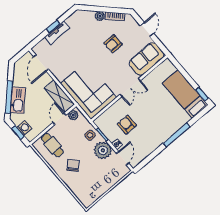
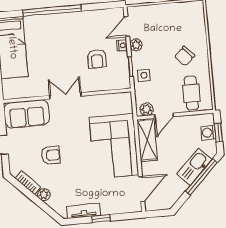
tv unit: (57, 32) -> (84, 211), moved
corner sofa: (88, 90) -> (114, 146), moved
window: (177, 135) -> (52, 10), width x1.46
plant: (103, 150) -> (136, 45), width x0.53, depth x0.53

